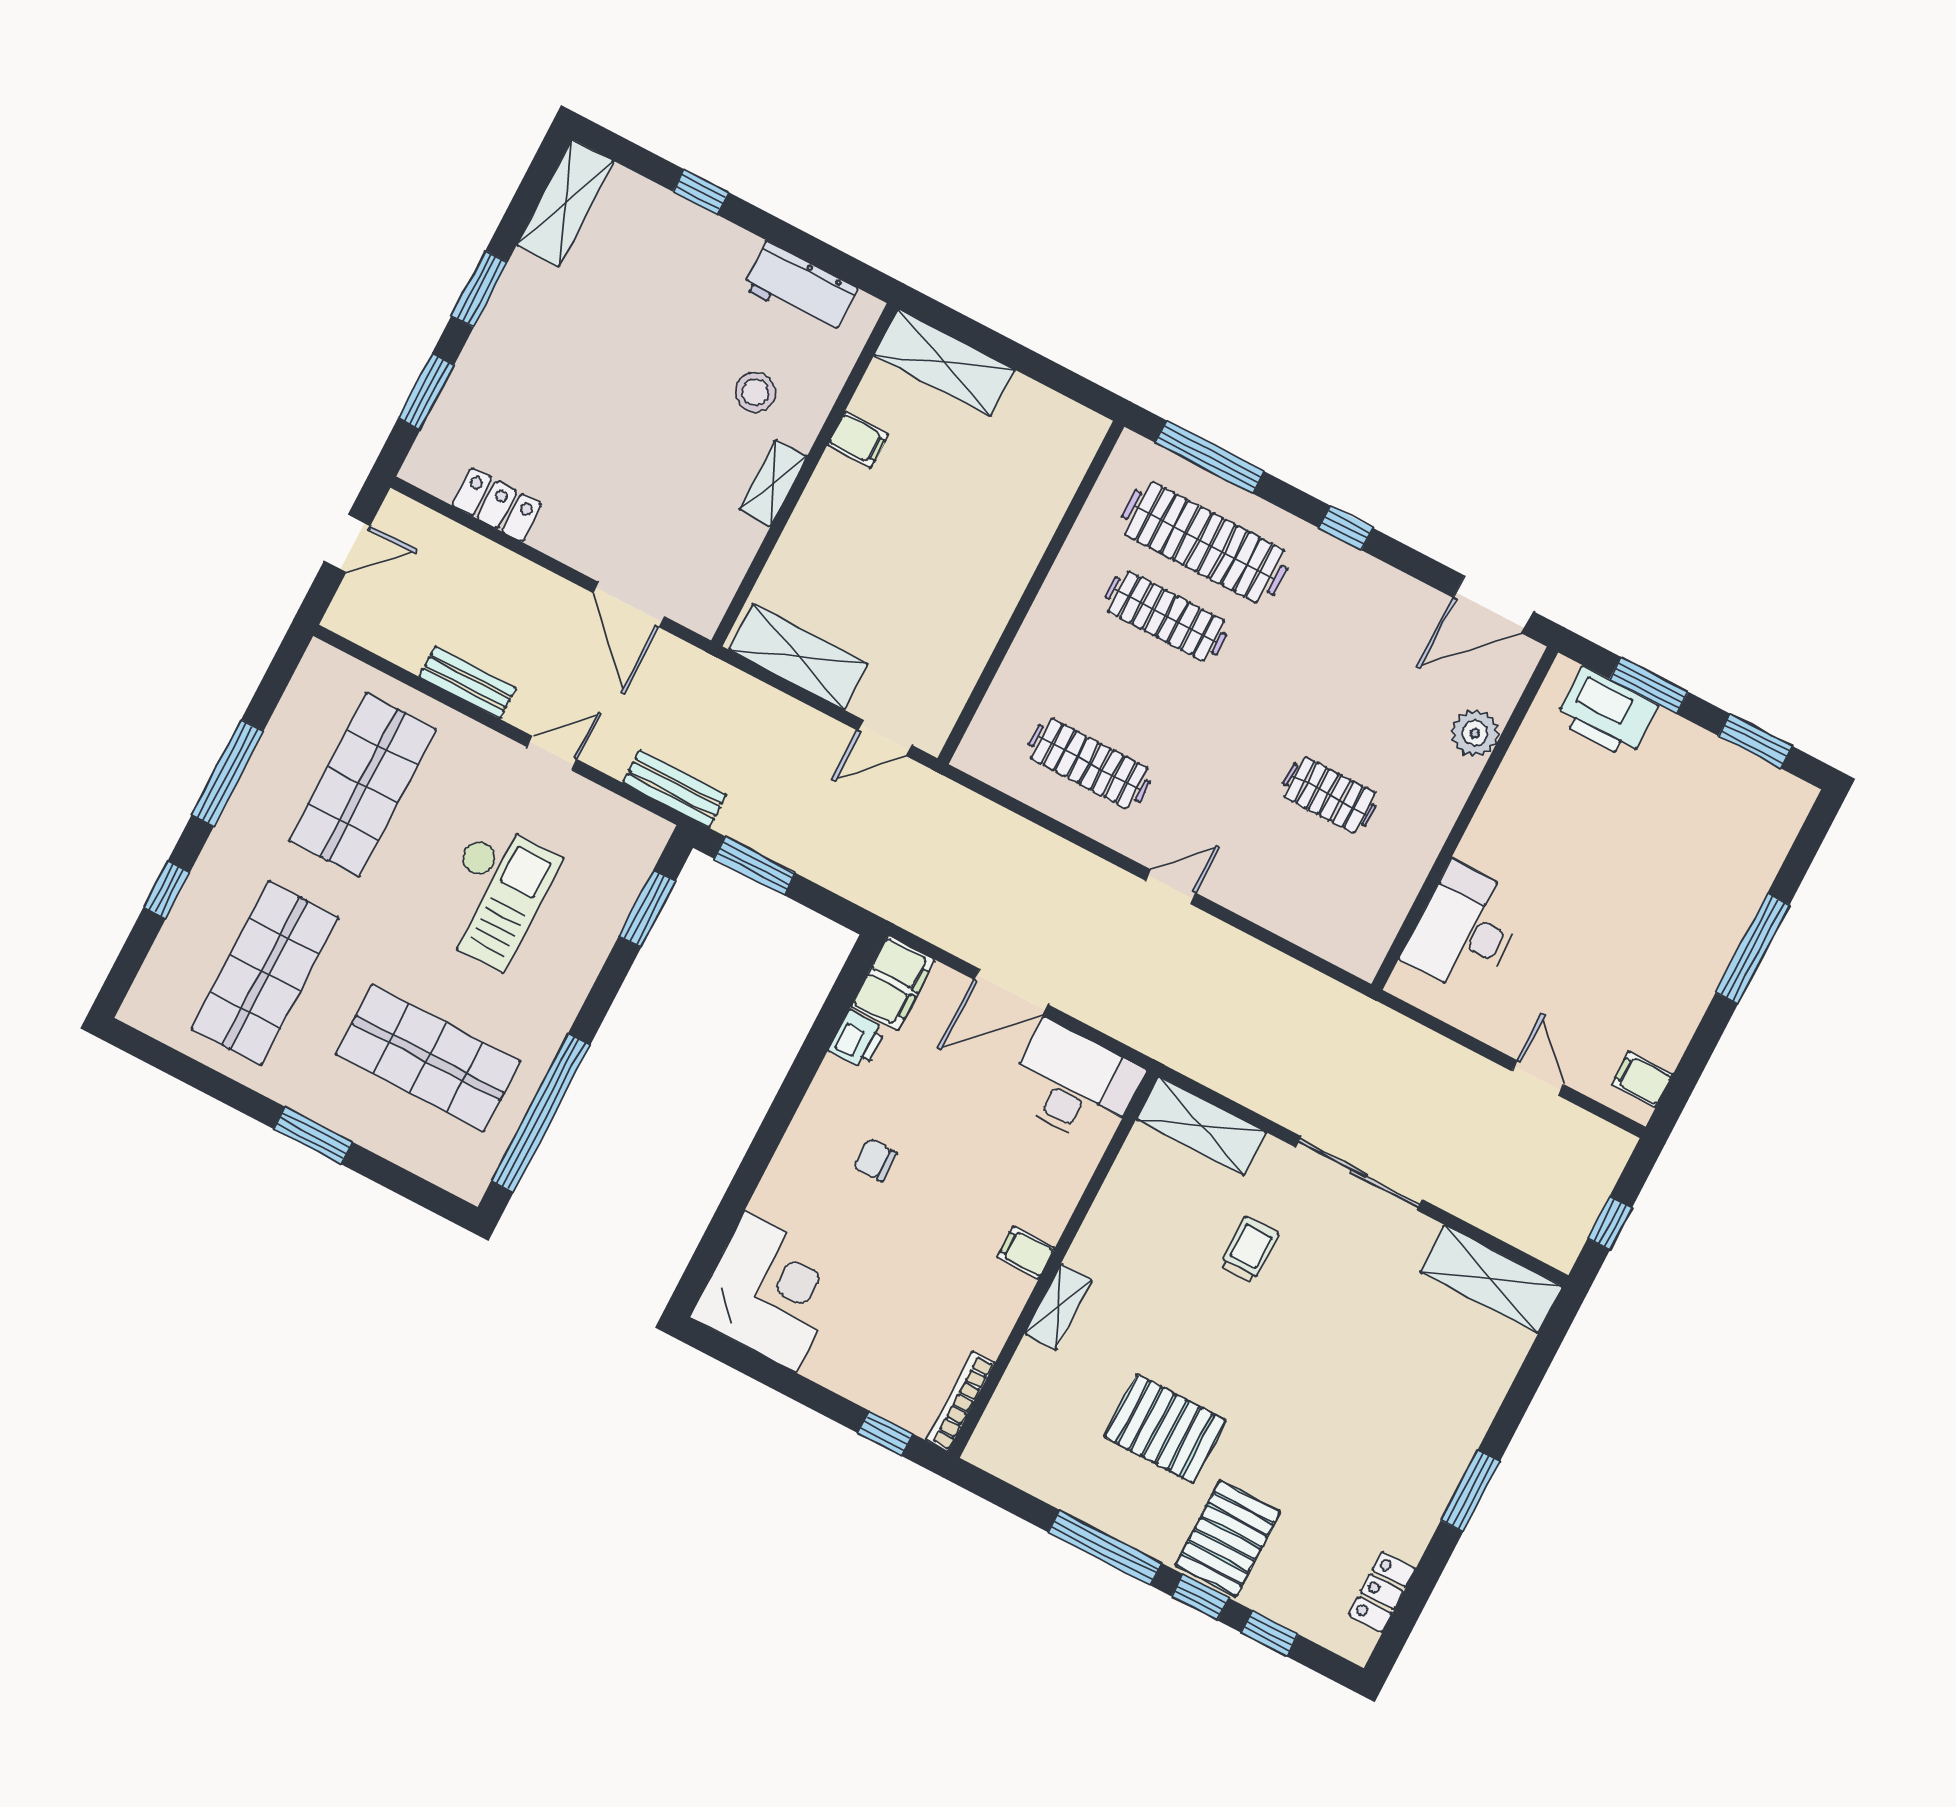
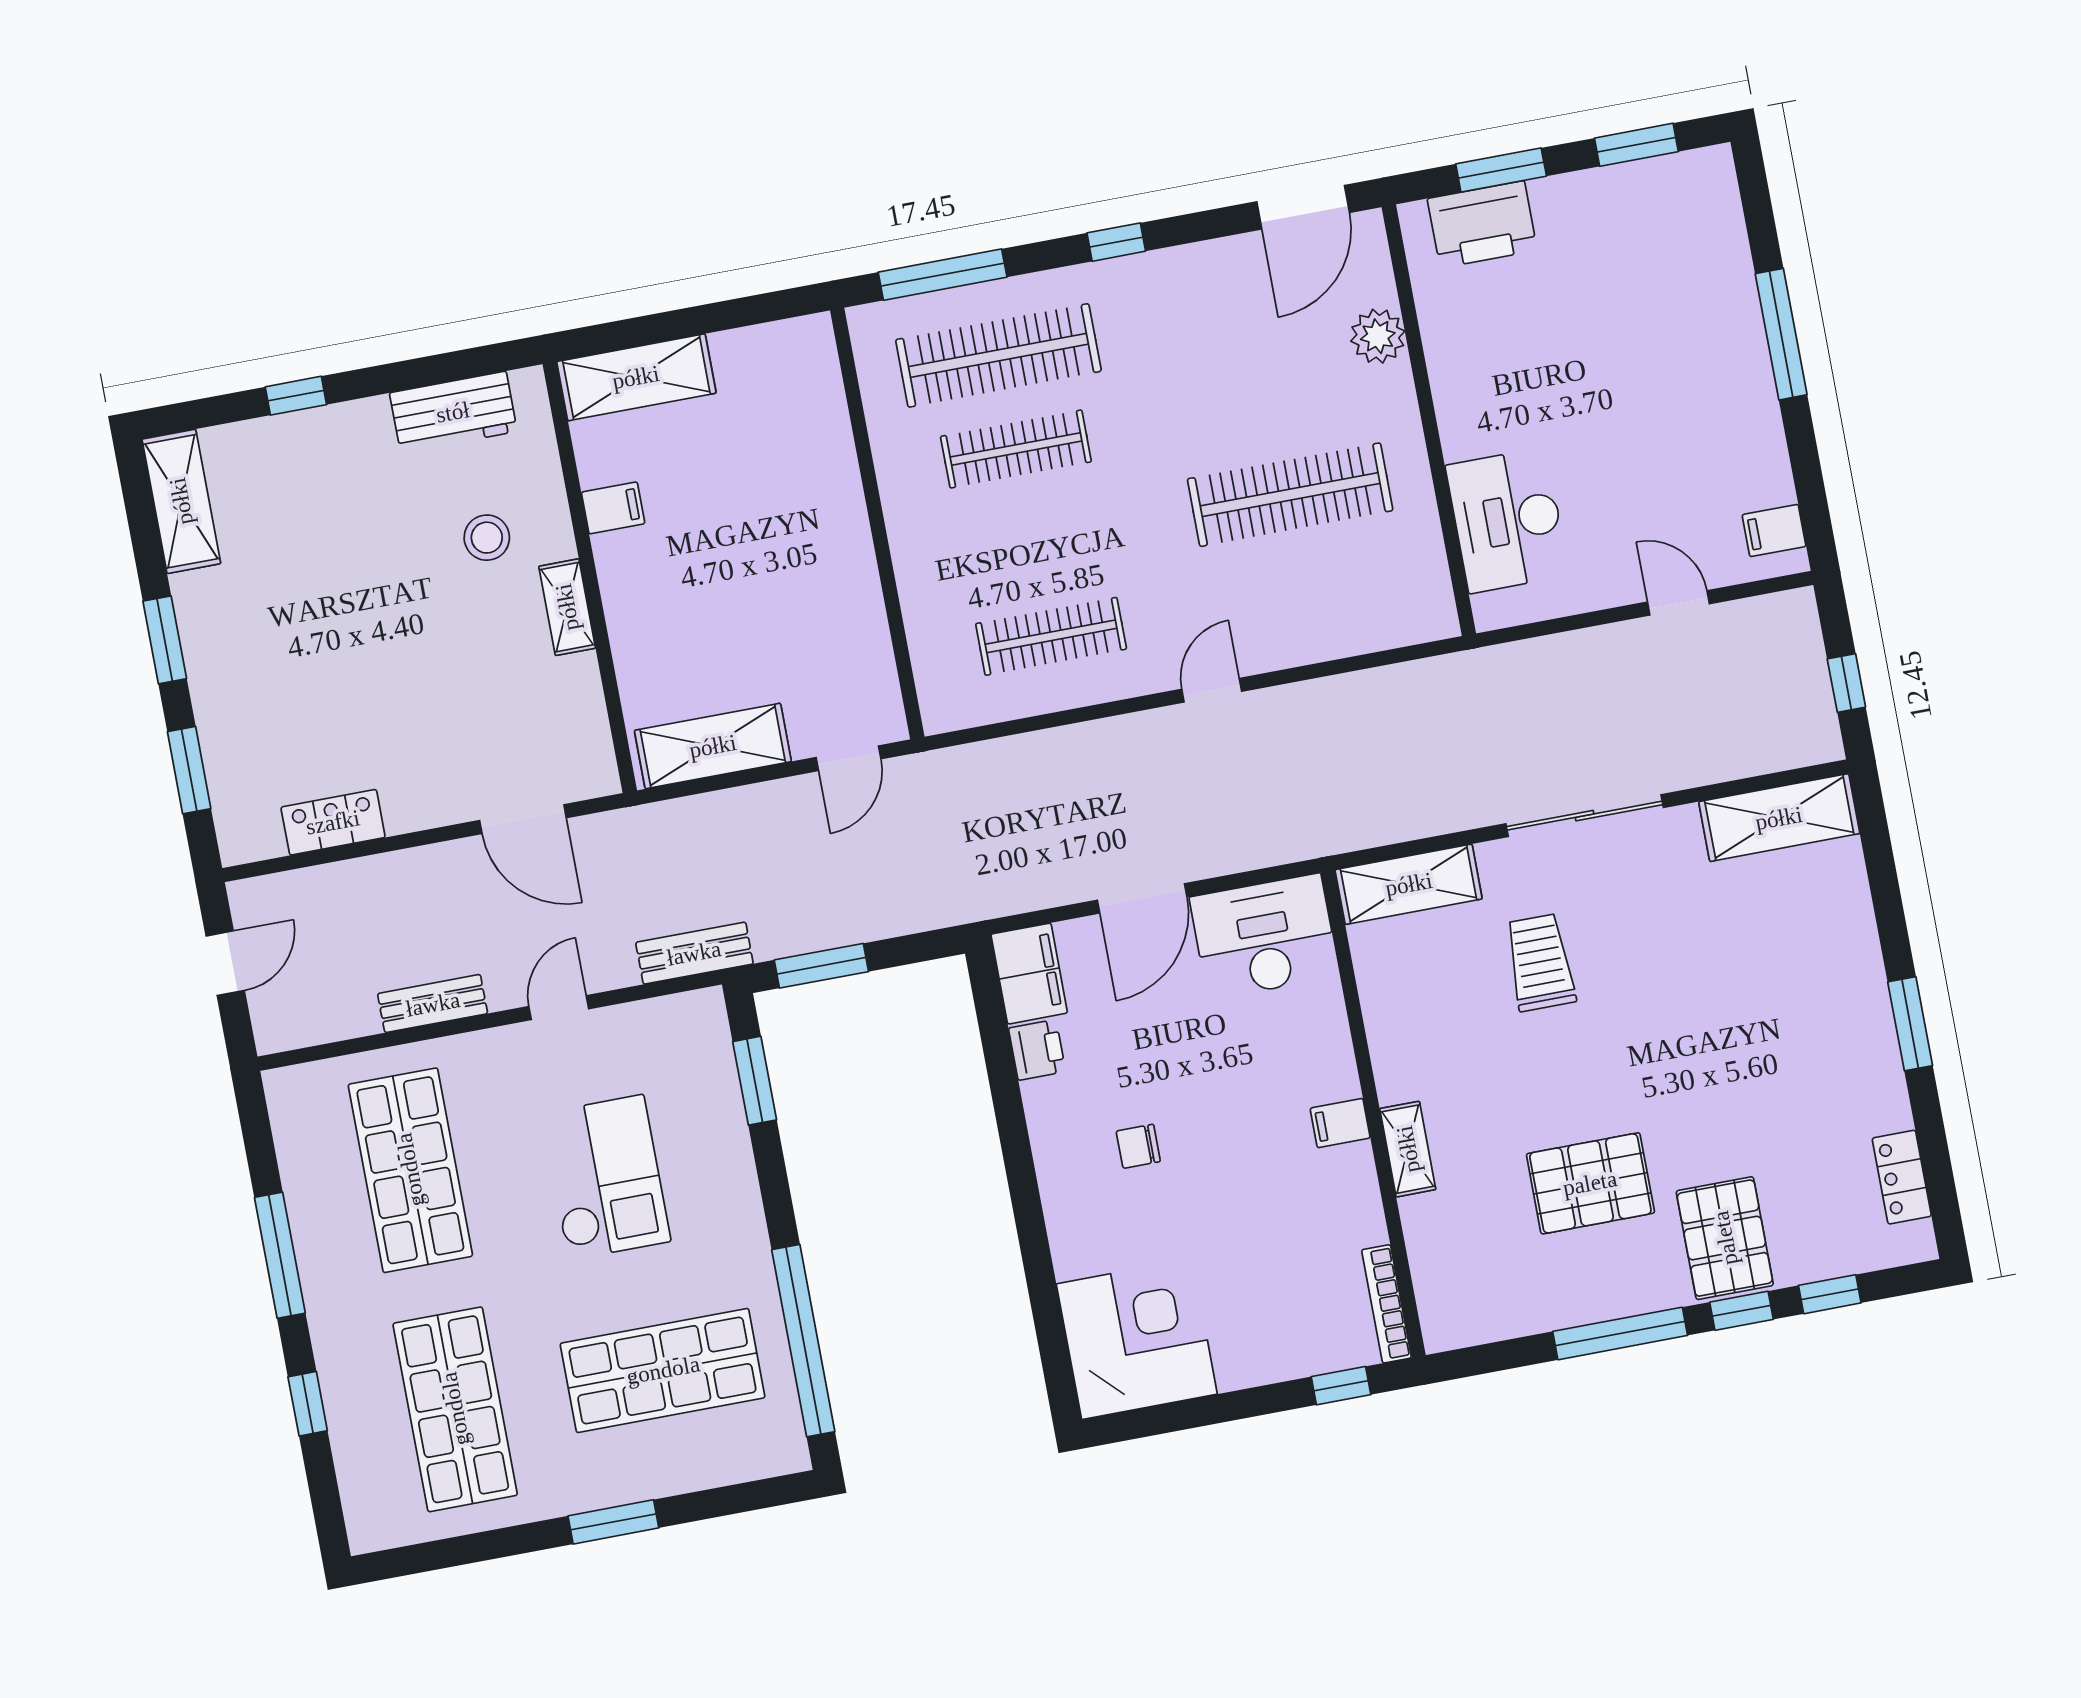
clothes rail: (1330, 795) -> (1290, 495), width x1.86, depth x1.31
trolley: (1249, 1250) -> (1540, 963), width x1.36, depth x1.39

